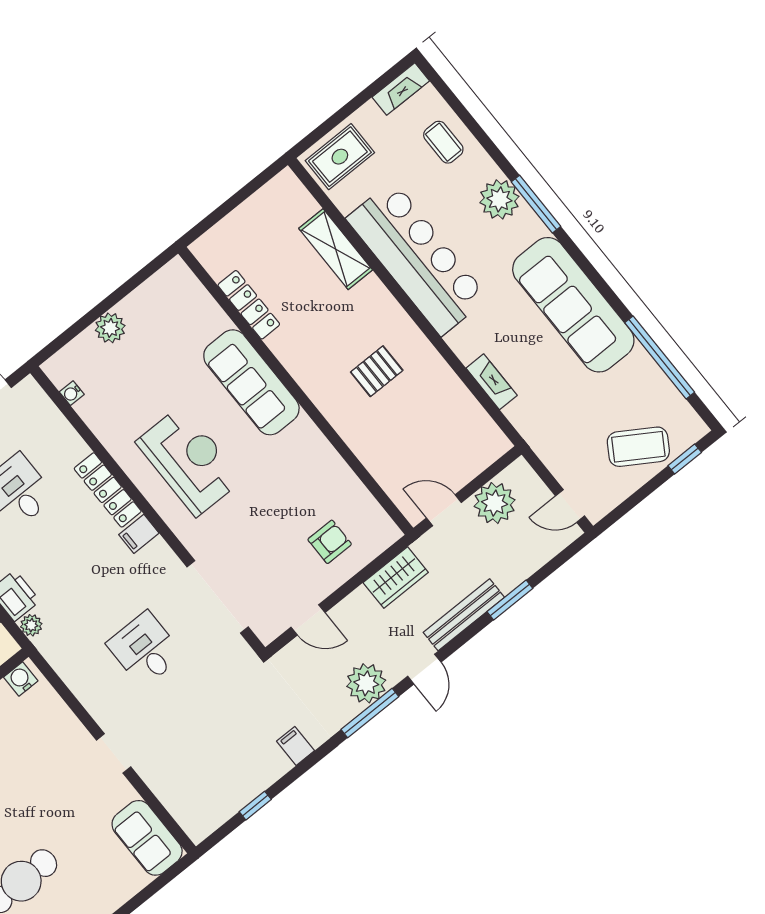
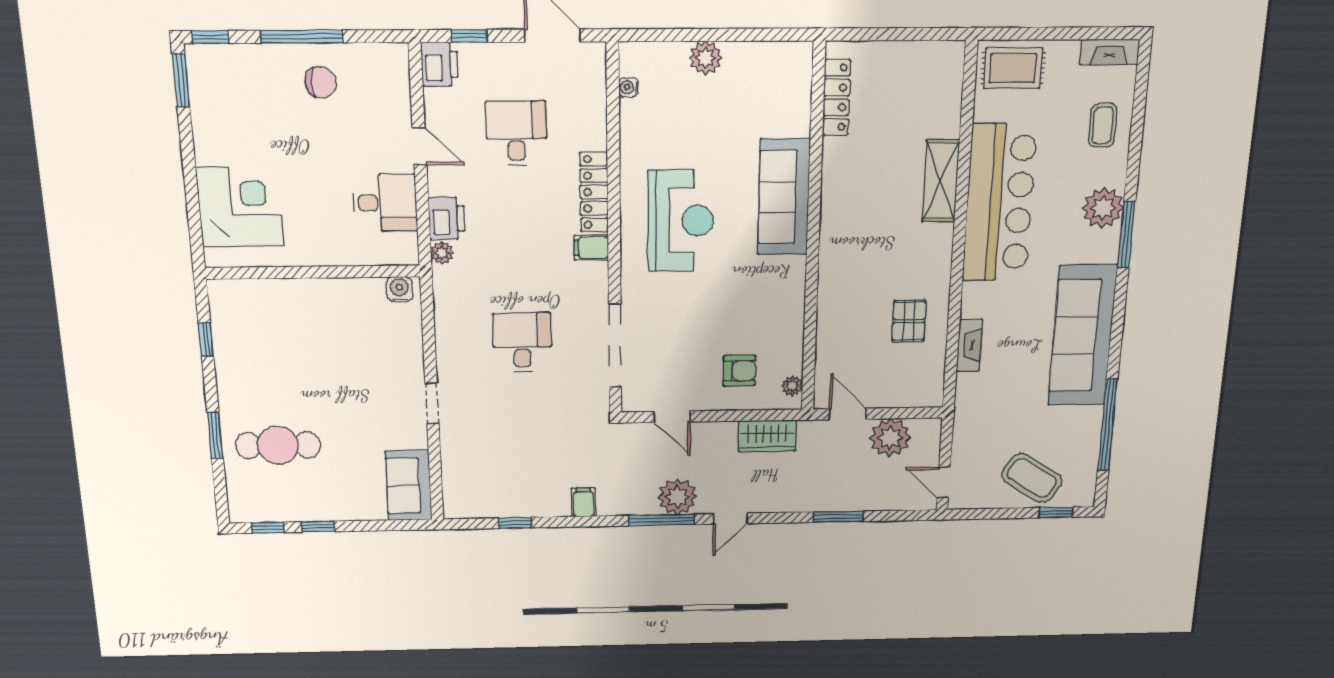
shelving: (336, 249) -> (941, 181), moved
locker: (249, 305) -> (837, 98), moved
pallet: (377, 371) -> (909, 321), moved, turned 90
plant: (381, 522) -> (792, 386), added
bench: (464, 615) -> (795, 502), removed

